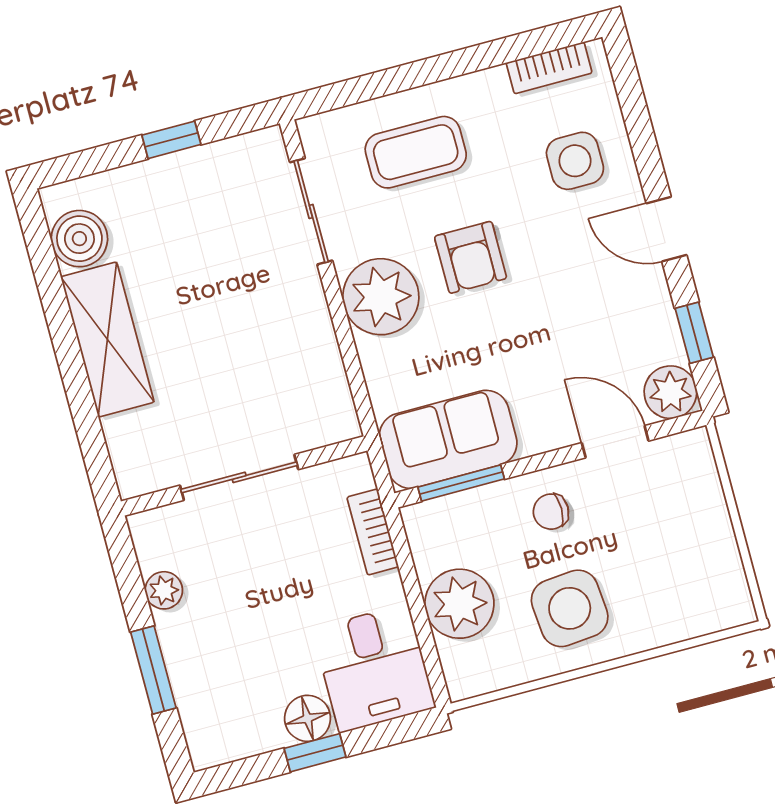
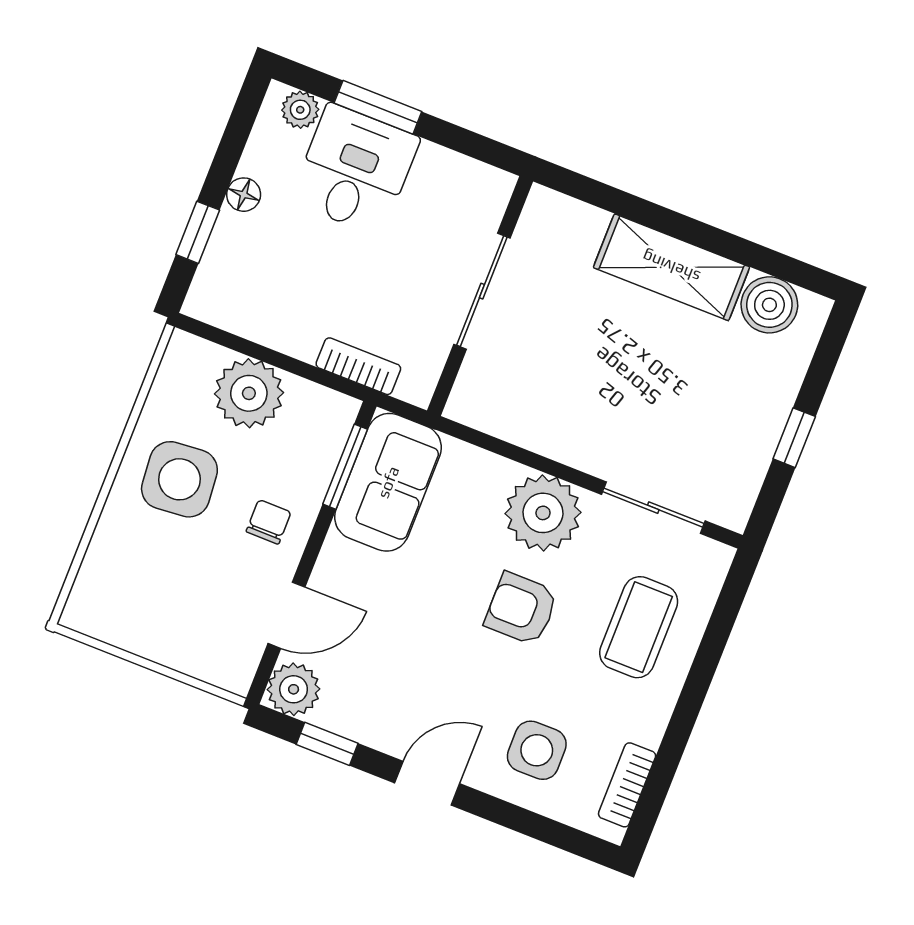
plant: (164, 590) -> (300, 110), moved
desk: (374, 668) -> (355, 170), moved, turned 90
floor lamp: (308, 718) -> (244, 195), width x0.73, depth x0.73
window: (315, 753) -> (198, 232), moved

